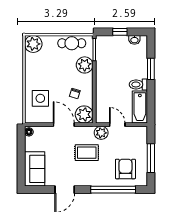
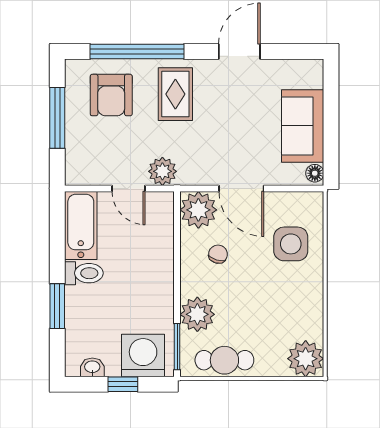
washing machine: (110, 45) -> (143, 355), added
rug: (87, 153) -> (175, 94), moved, turned 90
sofa: (35, 169) -> (303, 126), moved

